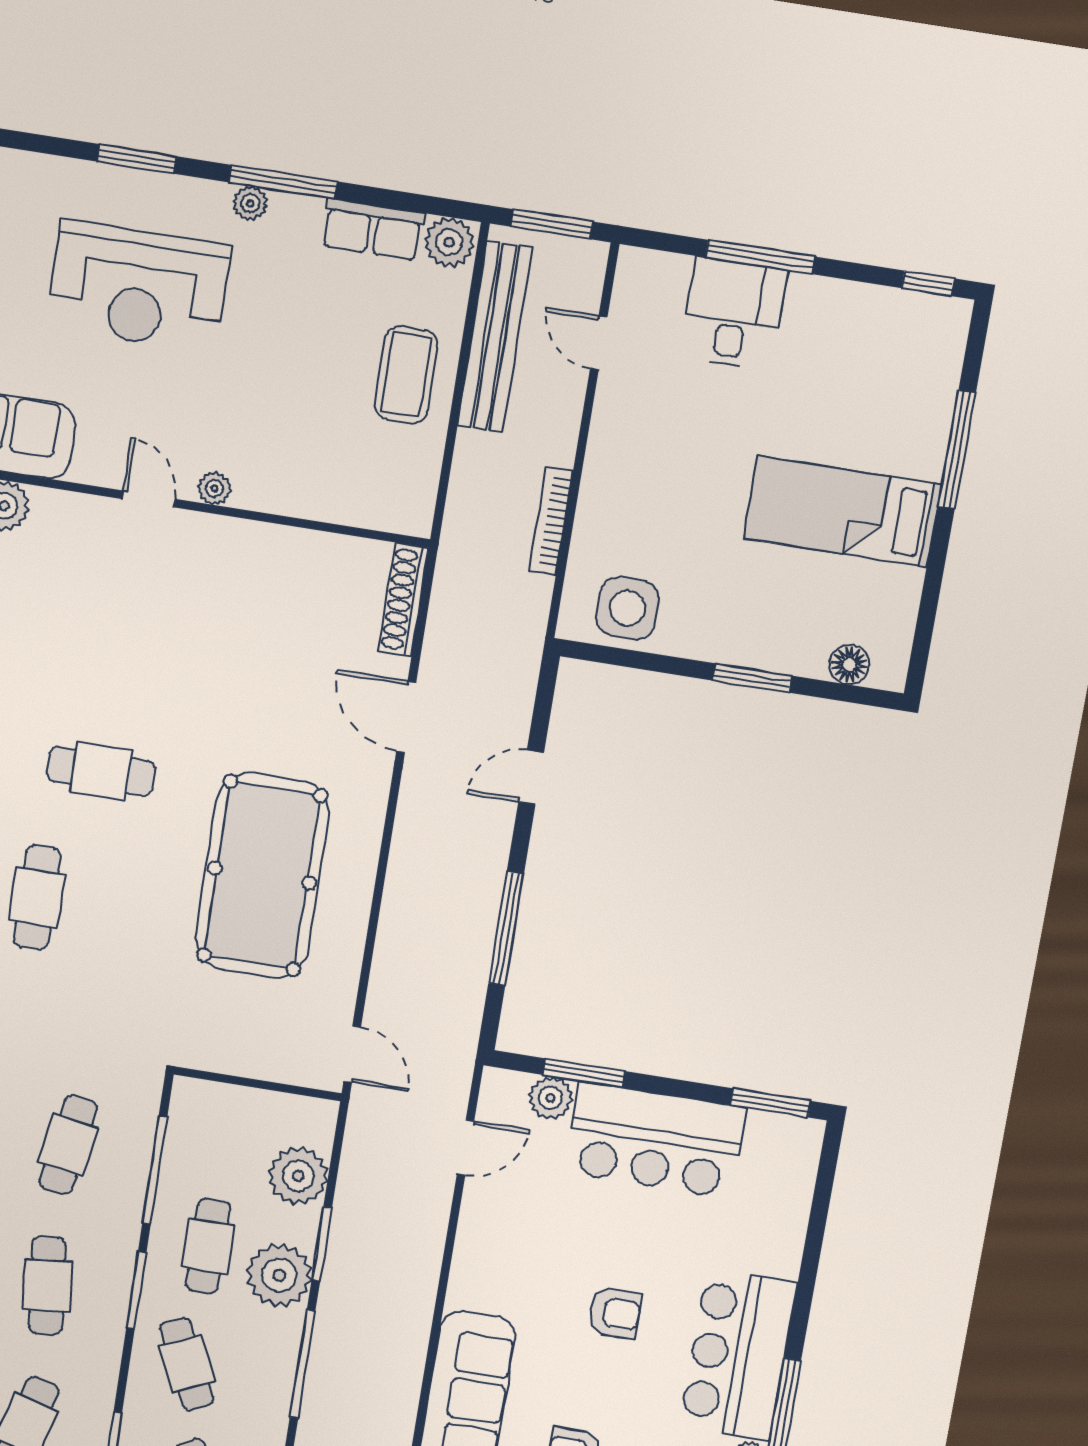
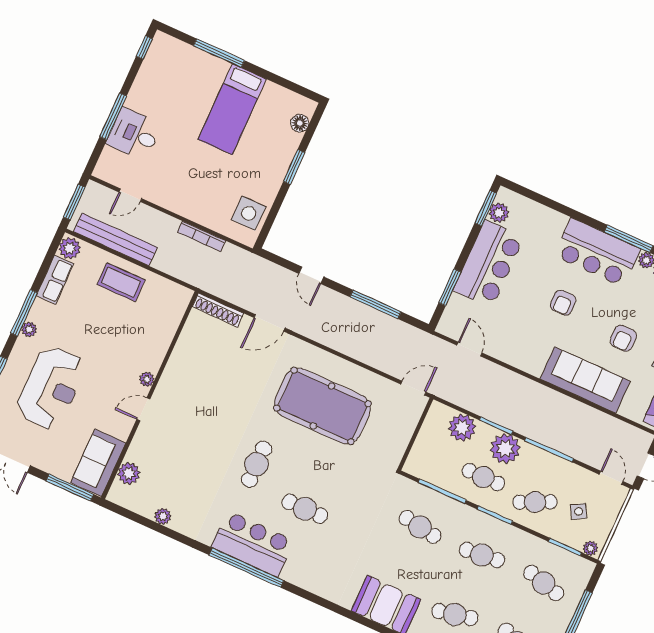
plant: (550, 1098) -> (499, 213), moved
armchair: (615, 1313) -> (563, 303), turned 180

